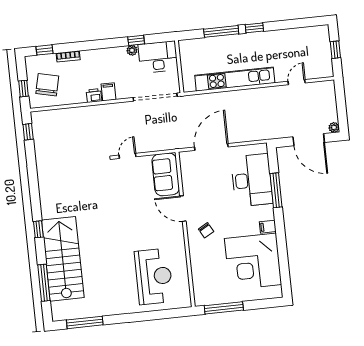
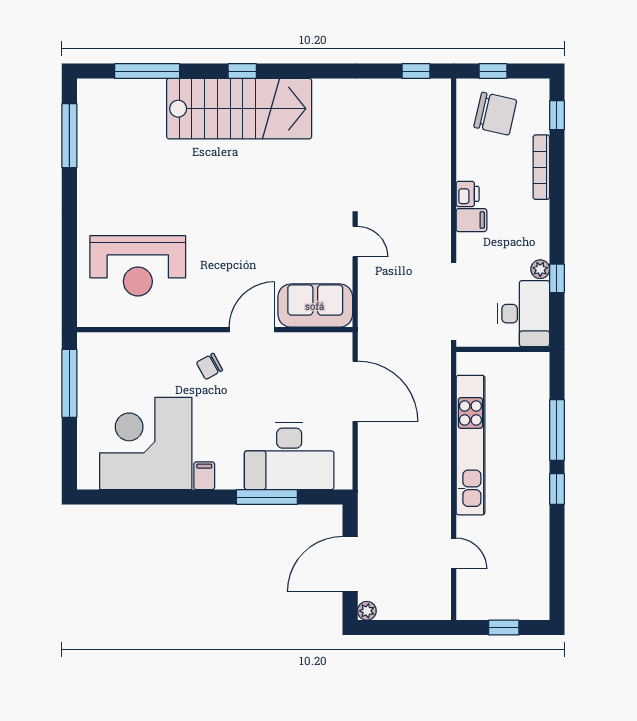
bookcase: (68, 56) -> (541, 167), width x1.56
stairs: (63, 259) -> (239, 109), moved

